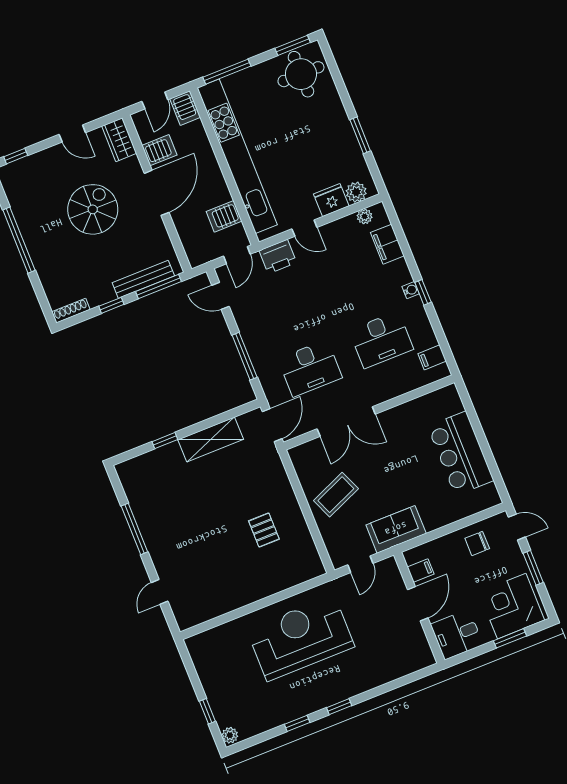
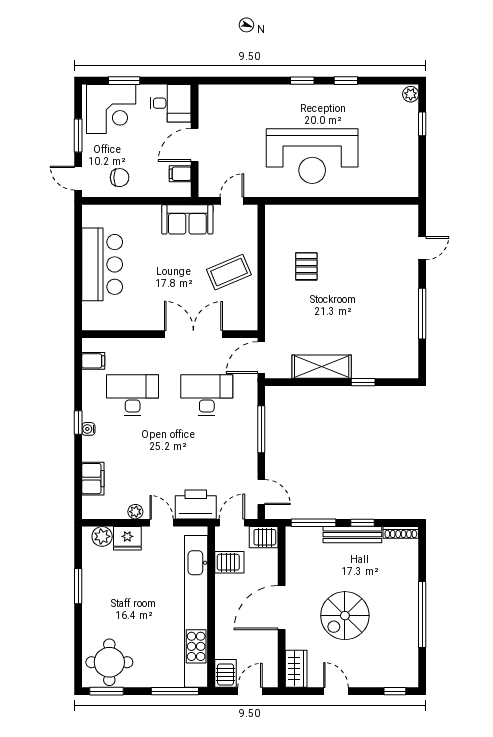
server rack: (159, 150) -> (264, 537), moved
plant: (365, 216) -> (135, 512), moved
printer: (278, 257) -> (196, 504), width x1.37, depth x1.19
bench: (143, 279) -> (352, 535), moved

